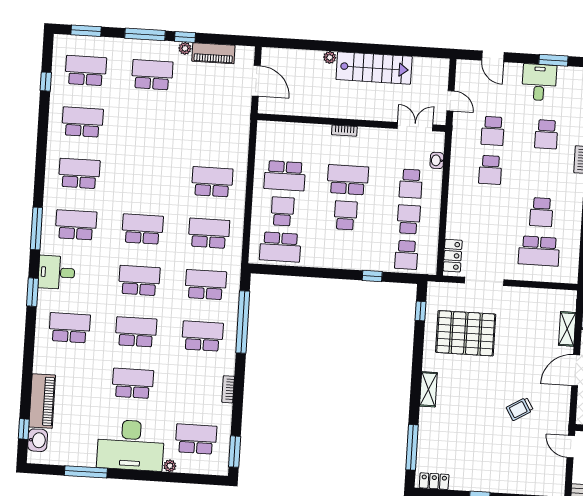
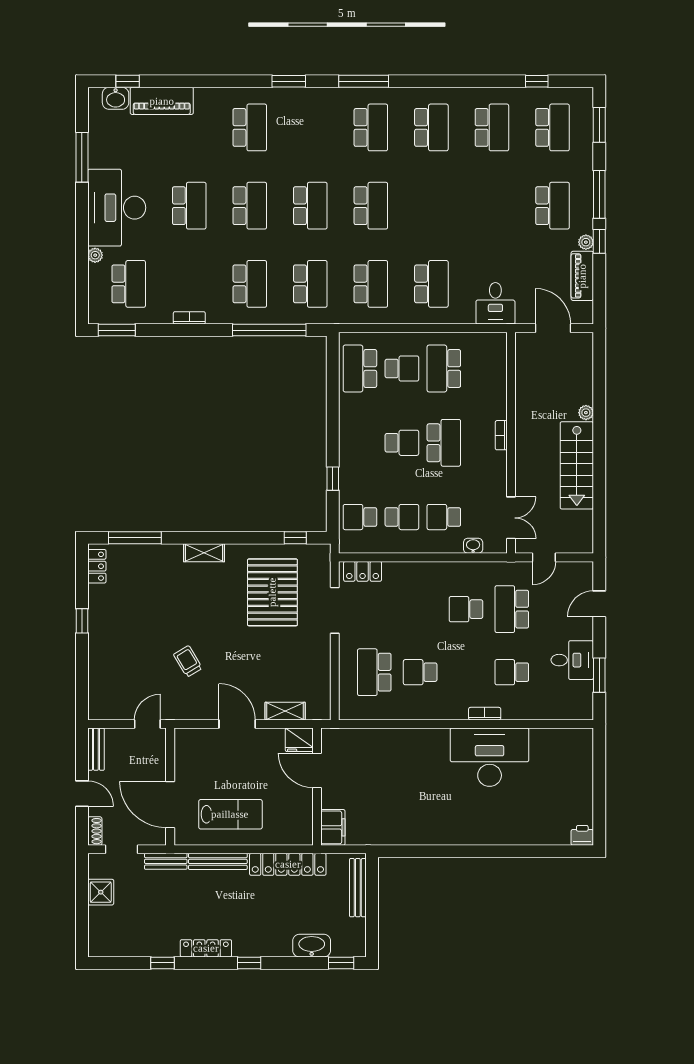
door: (256, 81) -> (553, 328), swing flipped
school desk: (493, 131) -> (512, 609), width x1.85
desk: (57, 272) -> (495, 303), moved, turned 180

